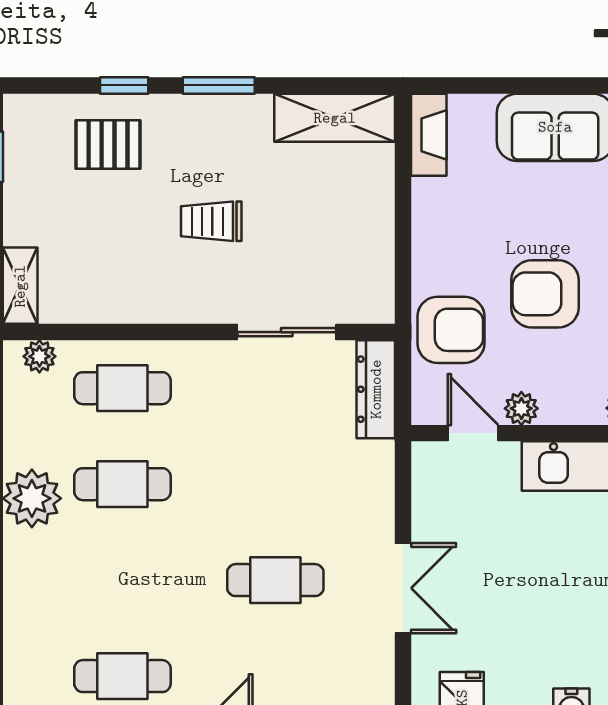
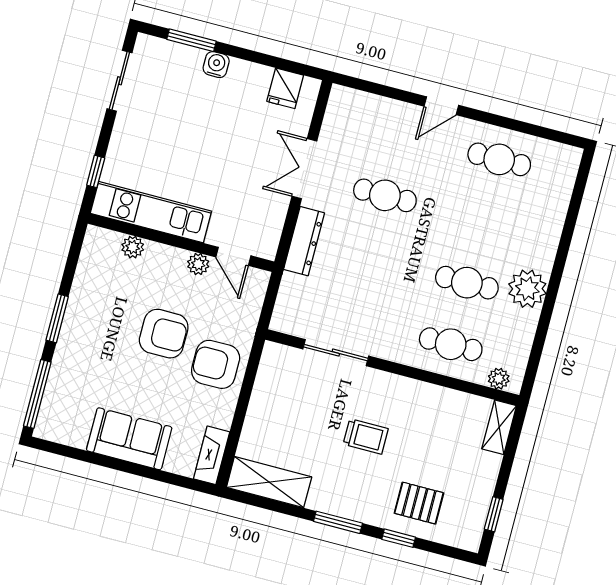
armchair: (451, 330) -> (216, 364), moved
dresser: (376, 389) -> (304, 241), moved

